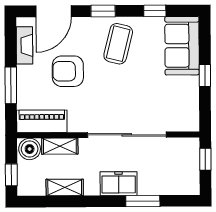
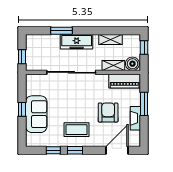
window: (103, 11) -> (75, 150), moved
coffee table: (118, 44) -> (76, 130), turned 76
fireplace: (24, 45) -> (135, 118), moved
sofa: (182, 46) -> (36, 114), moved
armchair: (68, 71) -> (108, 113), turned -90
freezer: (119, 184) -> (77, 42), width x1.40

